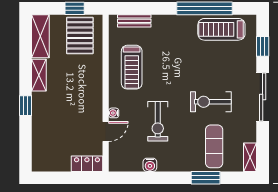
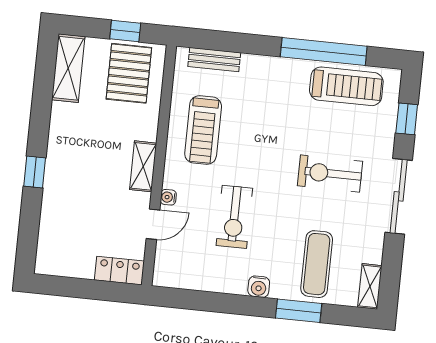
treadmill: (221, 29) -> (346, 86), turned 180
shelving: (39, 75) -> (143, 166), moved
exercise bike: (211, 102) -> (330, 173), moved
water cooler: (150, 165) -> (259, 287), moved

